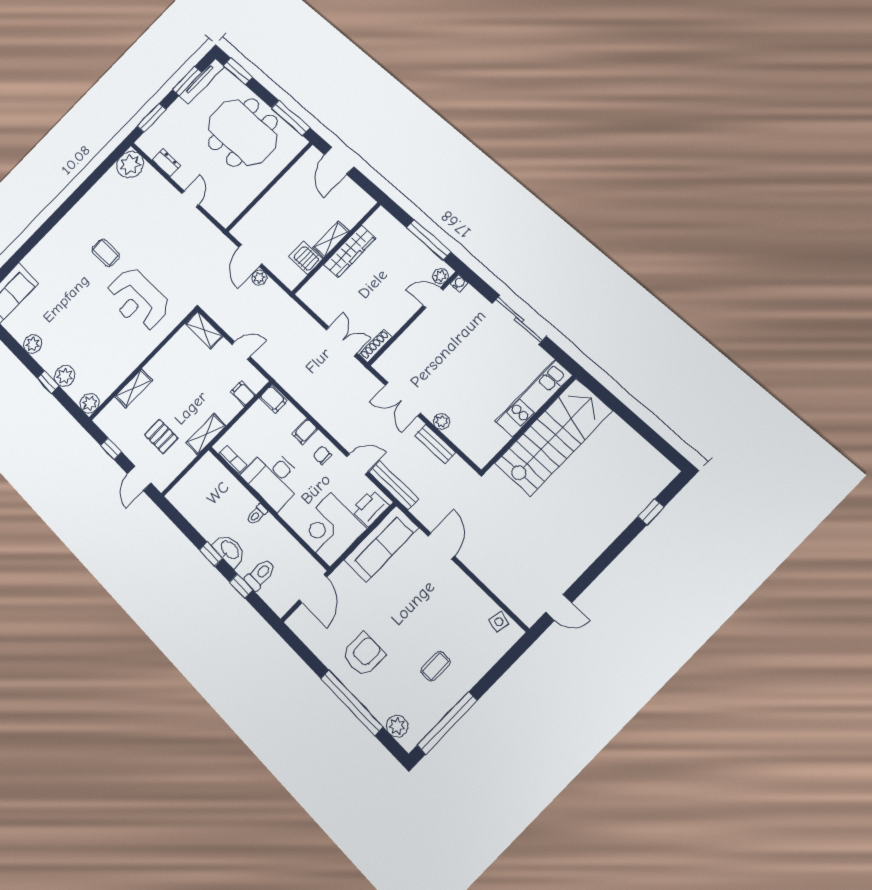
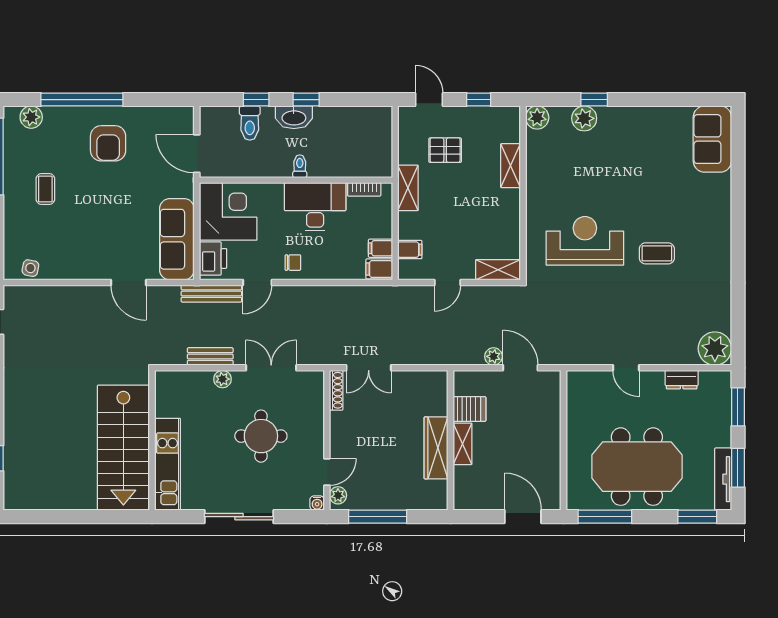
plant: (33, 344) -> (643, 117), removed
round table: (453, 360) -> (261, 436), added
filing cabinet: (305, 431) -> (380, 248), moved, turned -90

